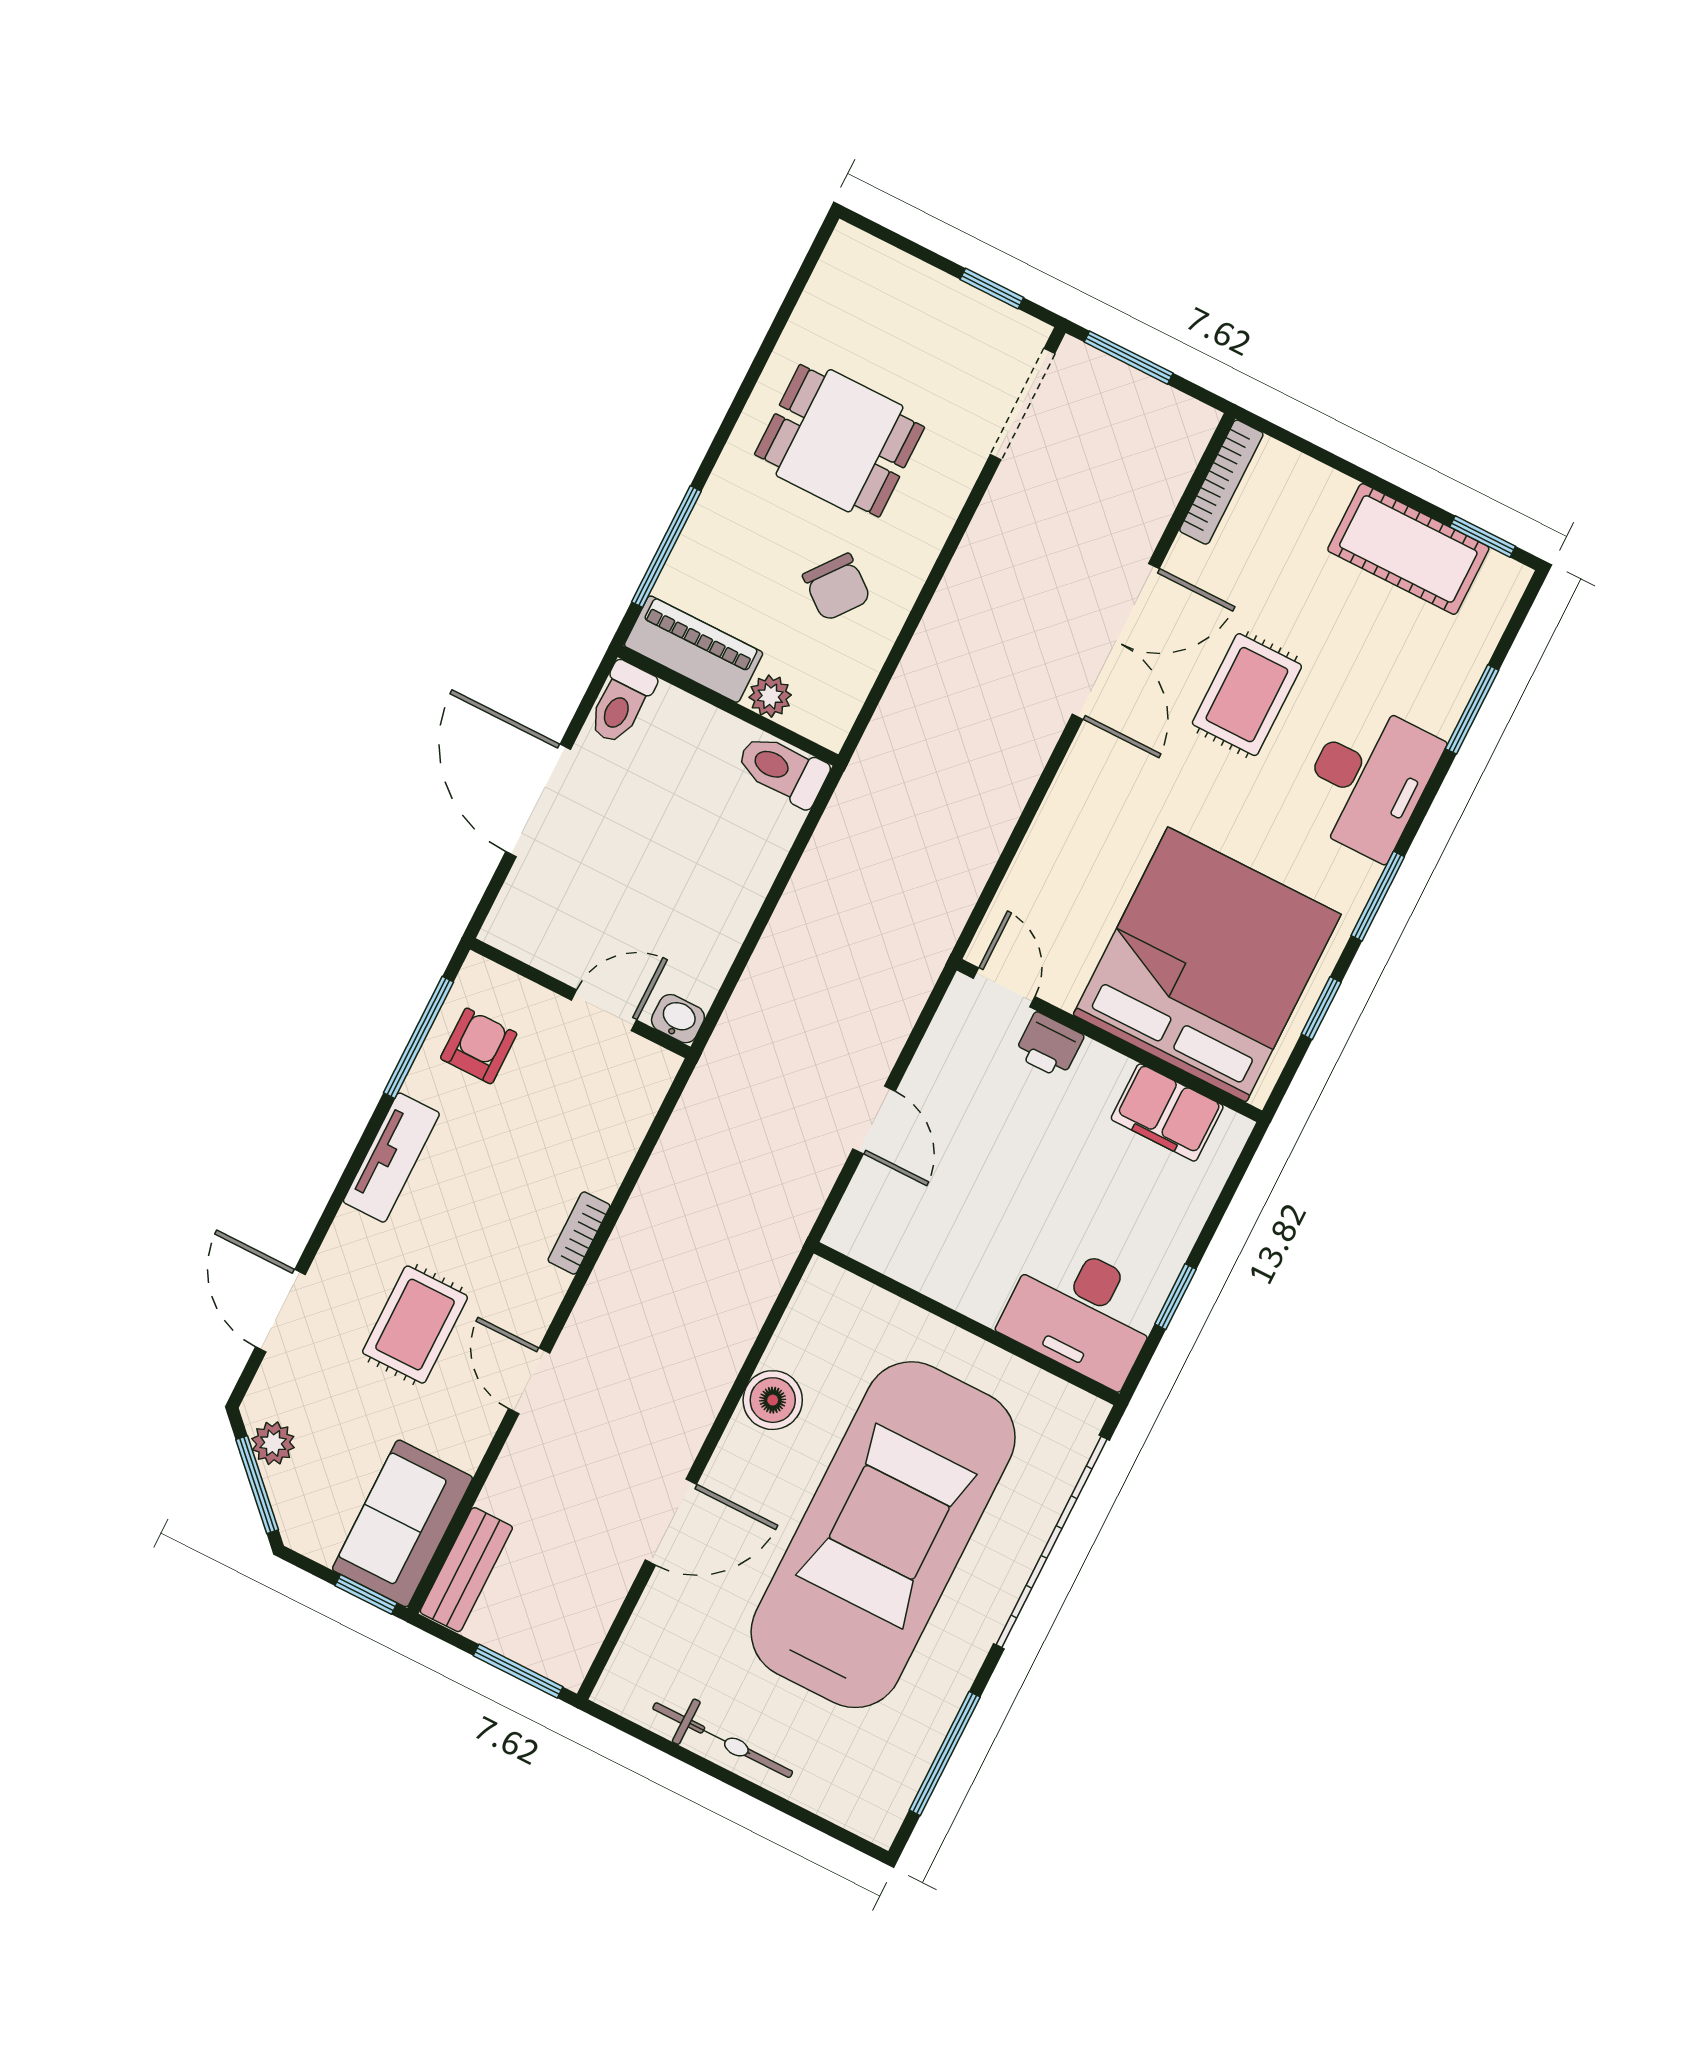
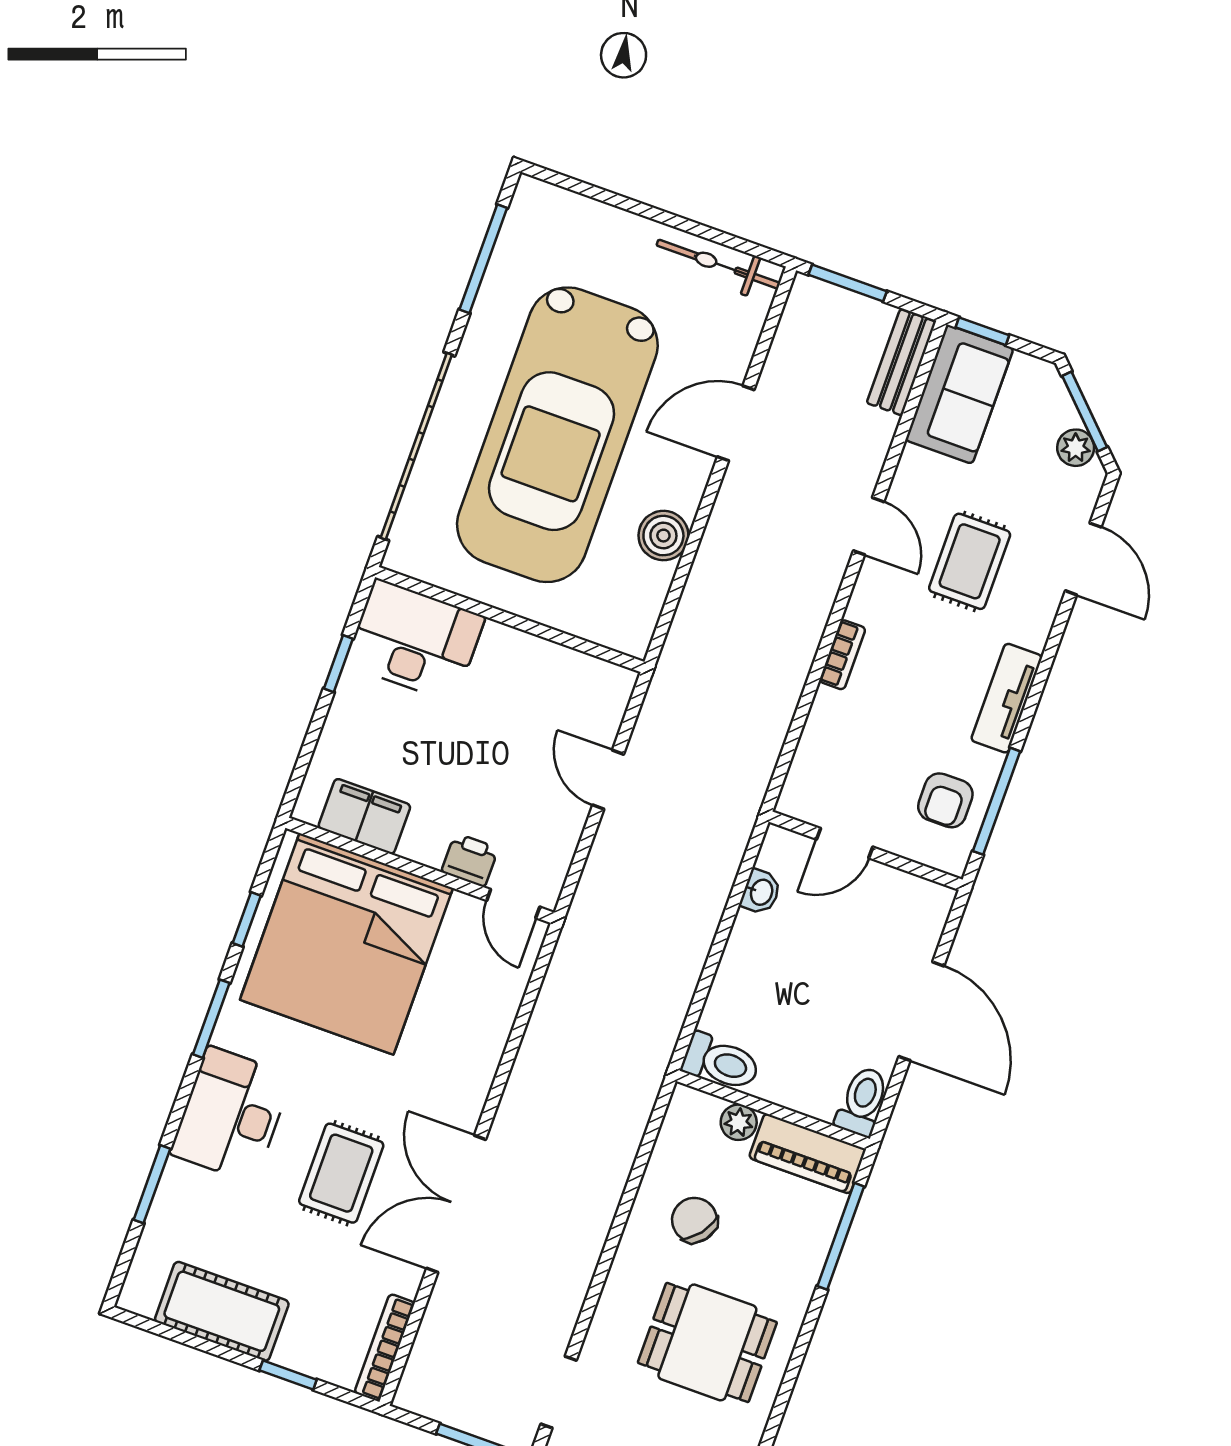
doorway: (1023, 404) -> (559, 1392), width x0.73
window: (1483, 536) -> (288, 1375), moved
washbasin: (678, 1019) -> (761, 892), moved, turned -90
bicycle: (723, 1740) -> (718, 264), moved

